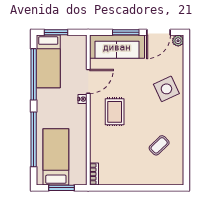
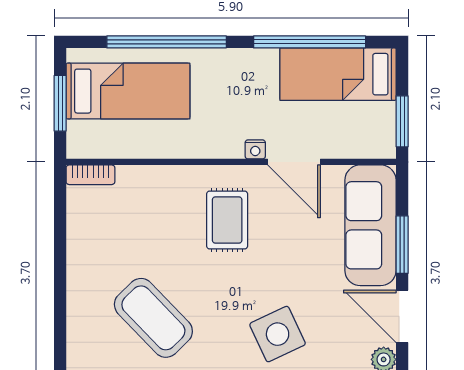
window: (56, 32) -> (402, 121), moved
rug: (115, 112) -> (227, 220), turned 90
coffee table: (159, 145) -> (153, 318), width x1.86, depth x1.72

